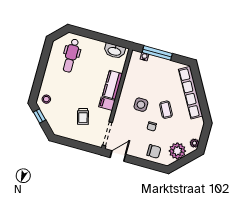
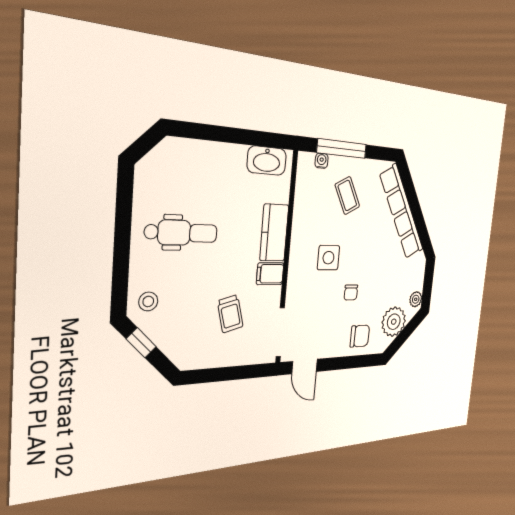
dental chair: (71, 56) -> (181, 233), moved, turned -90
coffee table: (166, 110) -> (347, 196), moved
door: (118, 156) -> (305, 367), swing flipped

